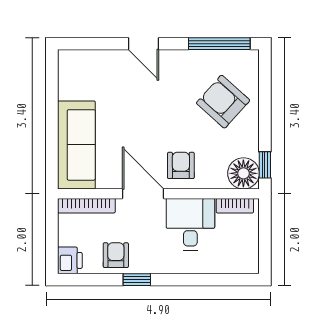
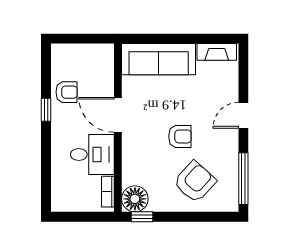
fireplace: (68, 75) -> (217, 52), added
armchair: (181, 165) -> (180, 136), moved
door: (143, 194) -> (118, 115), swing flipped
bookcase: (86, 206) -> (108, 68), removed
printer: (70, 260) -> (62, 54), removed

